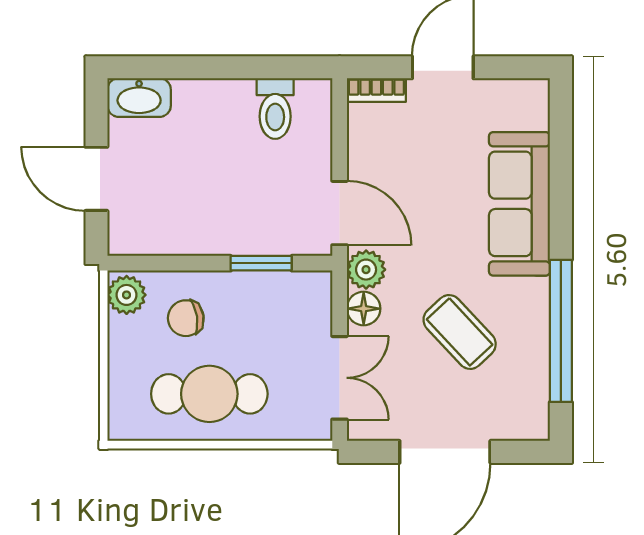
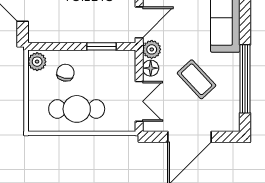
door: (340, 213) -> (139, 22), hinge flipped
chair: (186, 318) -> (65, 73), turned 110

